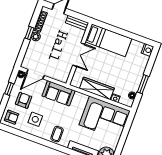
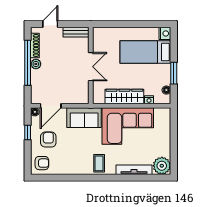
window: (30, 33) -> (28, 63), width x3.17
bed: (108, 40) -> (145, 52), moved, turned 180
corner sofa: (105, 118) -> (128, 126), moved
side table: (35, 119) -> (69, 156), removed

